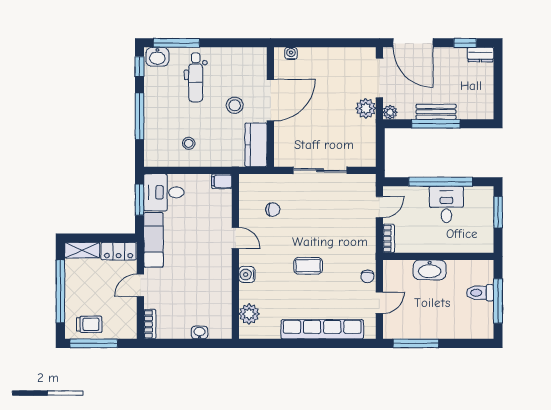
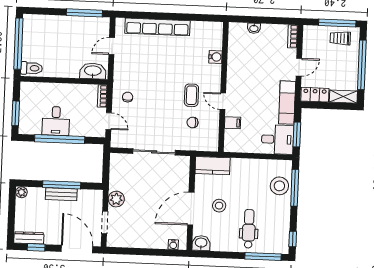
dresser: (481, 55) -> (29, 238), width x1.44
washbasin: (157, 57) -> (201, 243), moved
doorway: (379, 78) -> (105, 223), width x0.73
plant: (390, 112) -> (21, 192), moved
window: (139, 116) -> (295, 188), moved
stool: (189, 143) -> (279, 186), moved, width x1.89, depth x1.89
kitchen counter: (256, 145) -> (213, 166), moved, turned 90
filing cabinet: (222, 181) -> (233, 123), moved
door: (379, 207) -> (109, 121), swing flipped
coffee table: (308, 266) -> (191, 95), moved, turned 90
washbasin: (430, 270) -> (93, 71), moved
water cooler: (247, 275) -> (215, 57), moved
chair: (368, 276) -> (128, 97), moved
toilet: (480, 293) -> (32, 68), moved
window: (498, 301) -> (18, 44), width x1.46
plant: (249, 314) -> (214, 41), removed

